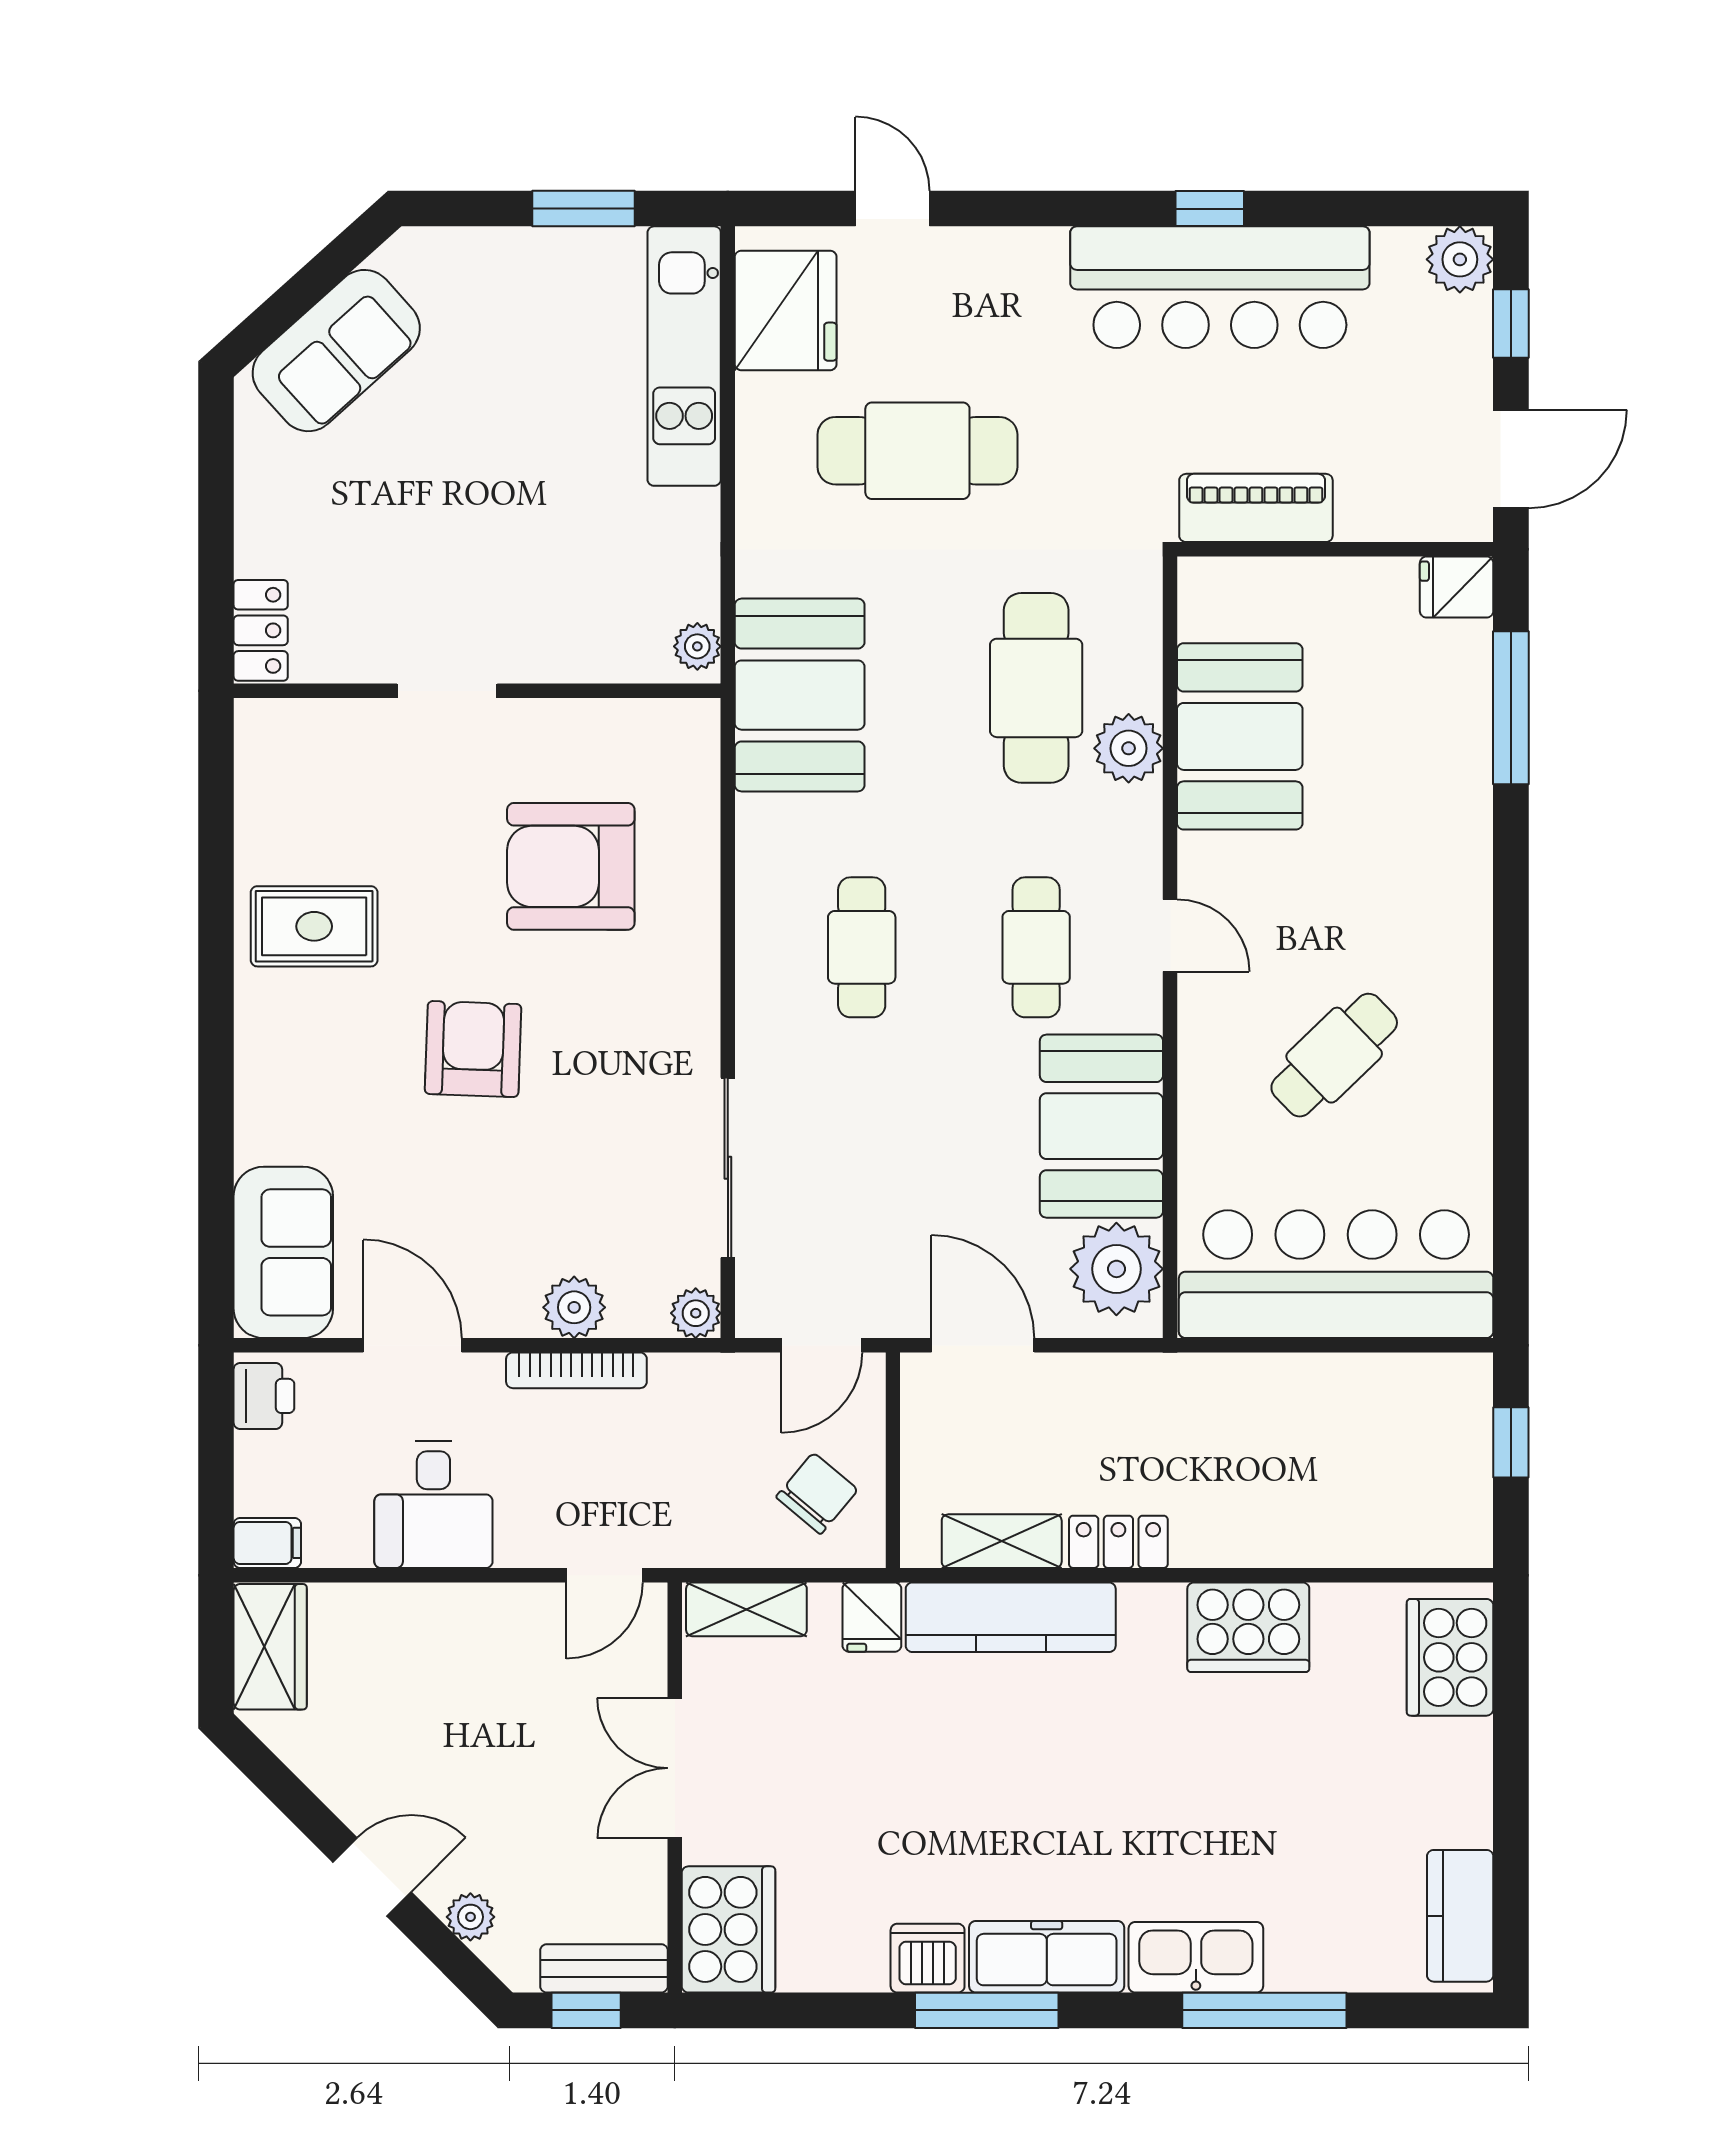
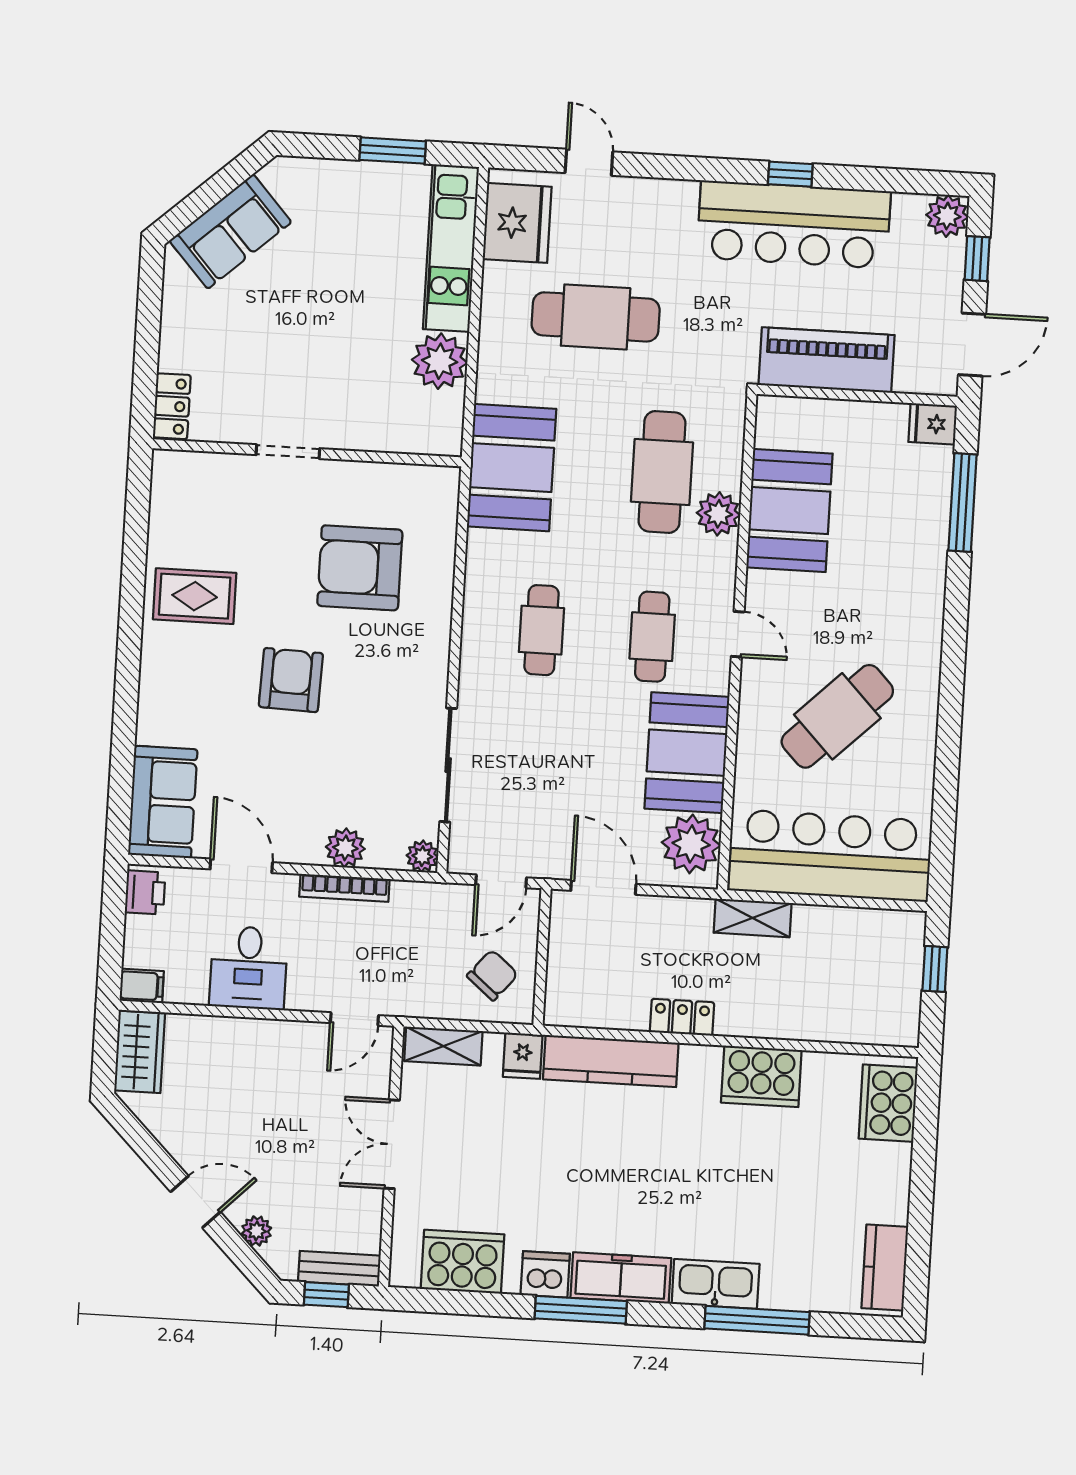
piano: (1256, 508) -> (827, 360), width x1.37, depth x1.33
plant: (697, 646) -> (440, 361), moved, width x1.88, depth x1.88
cafe table: (1334, 1055) -> (837, 716), width x1.37, depth x1.35
shelving: (1002, 1541) -> (753, 918), moved
cooker: (728, 1929) -> (463, 1262), moved, turned -90

